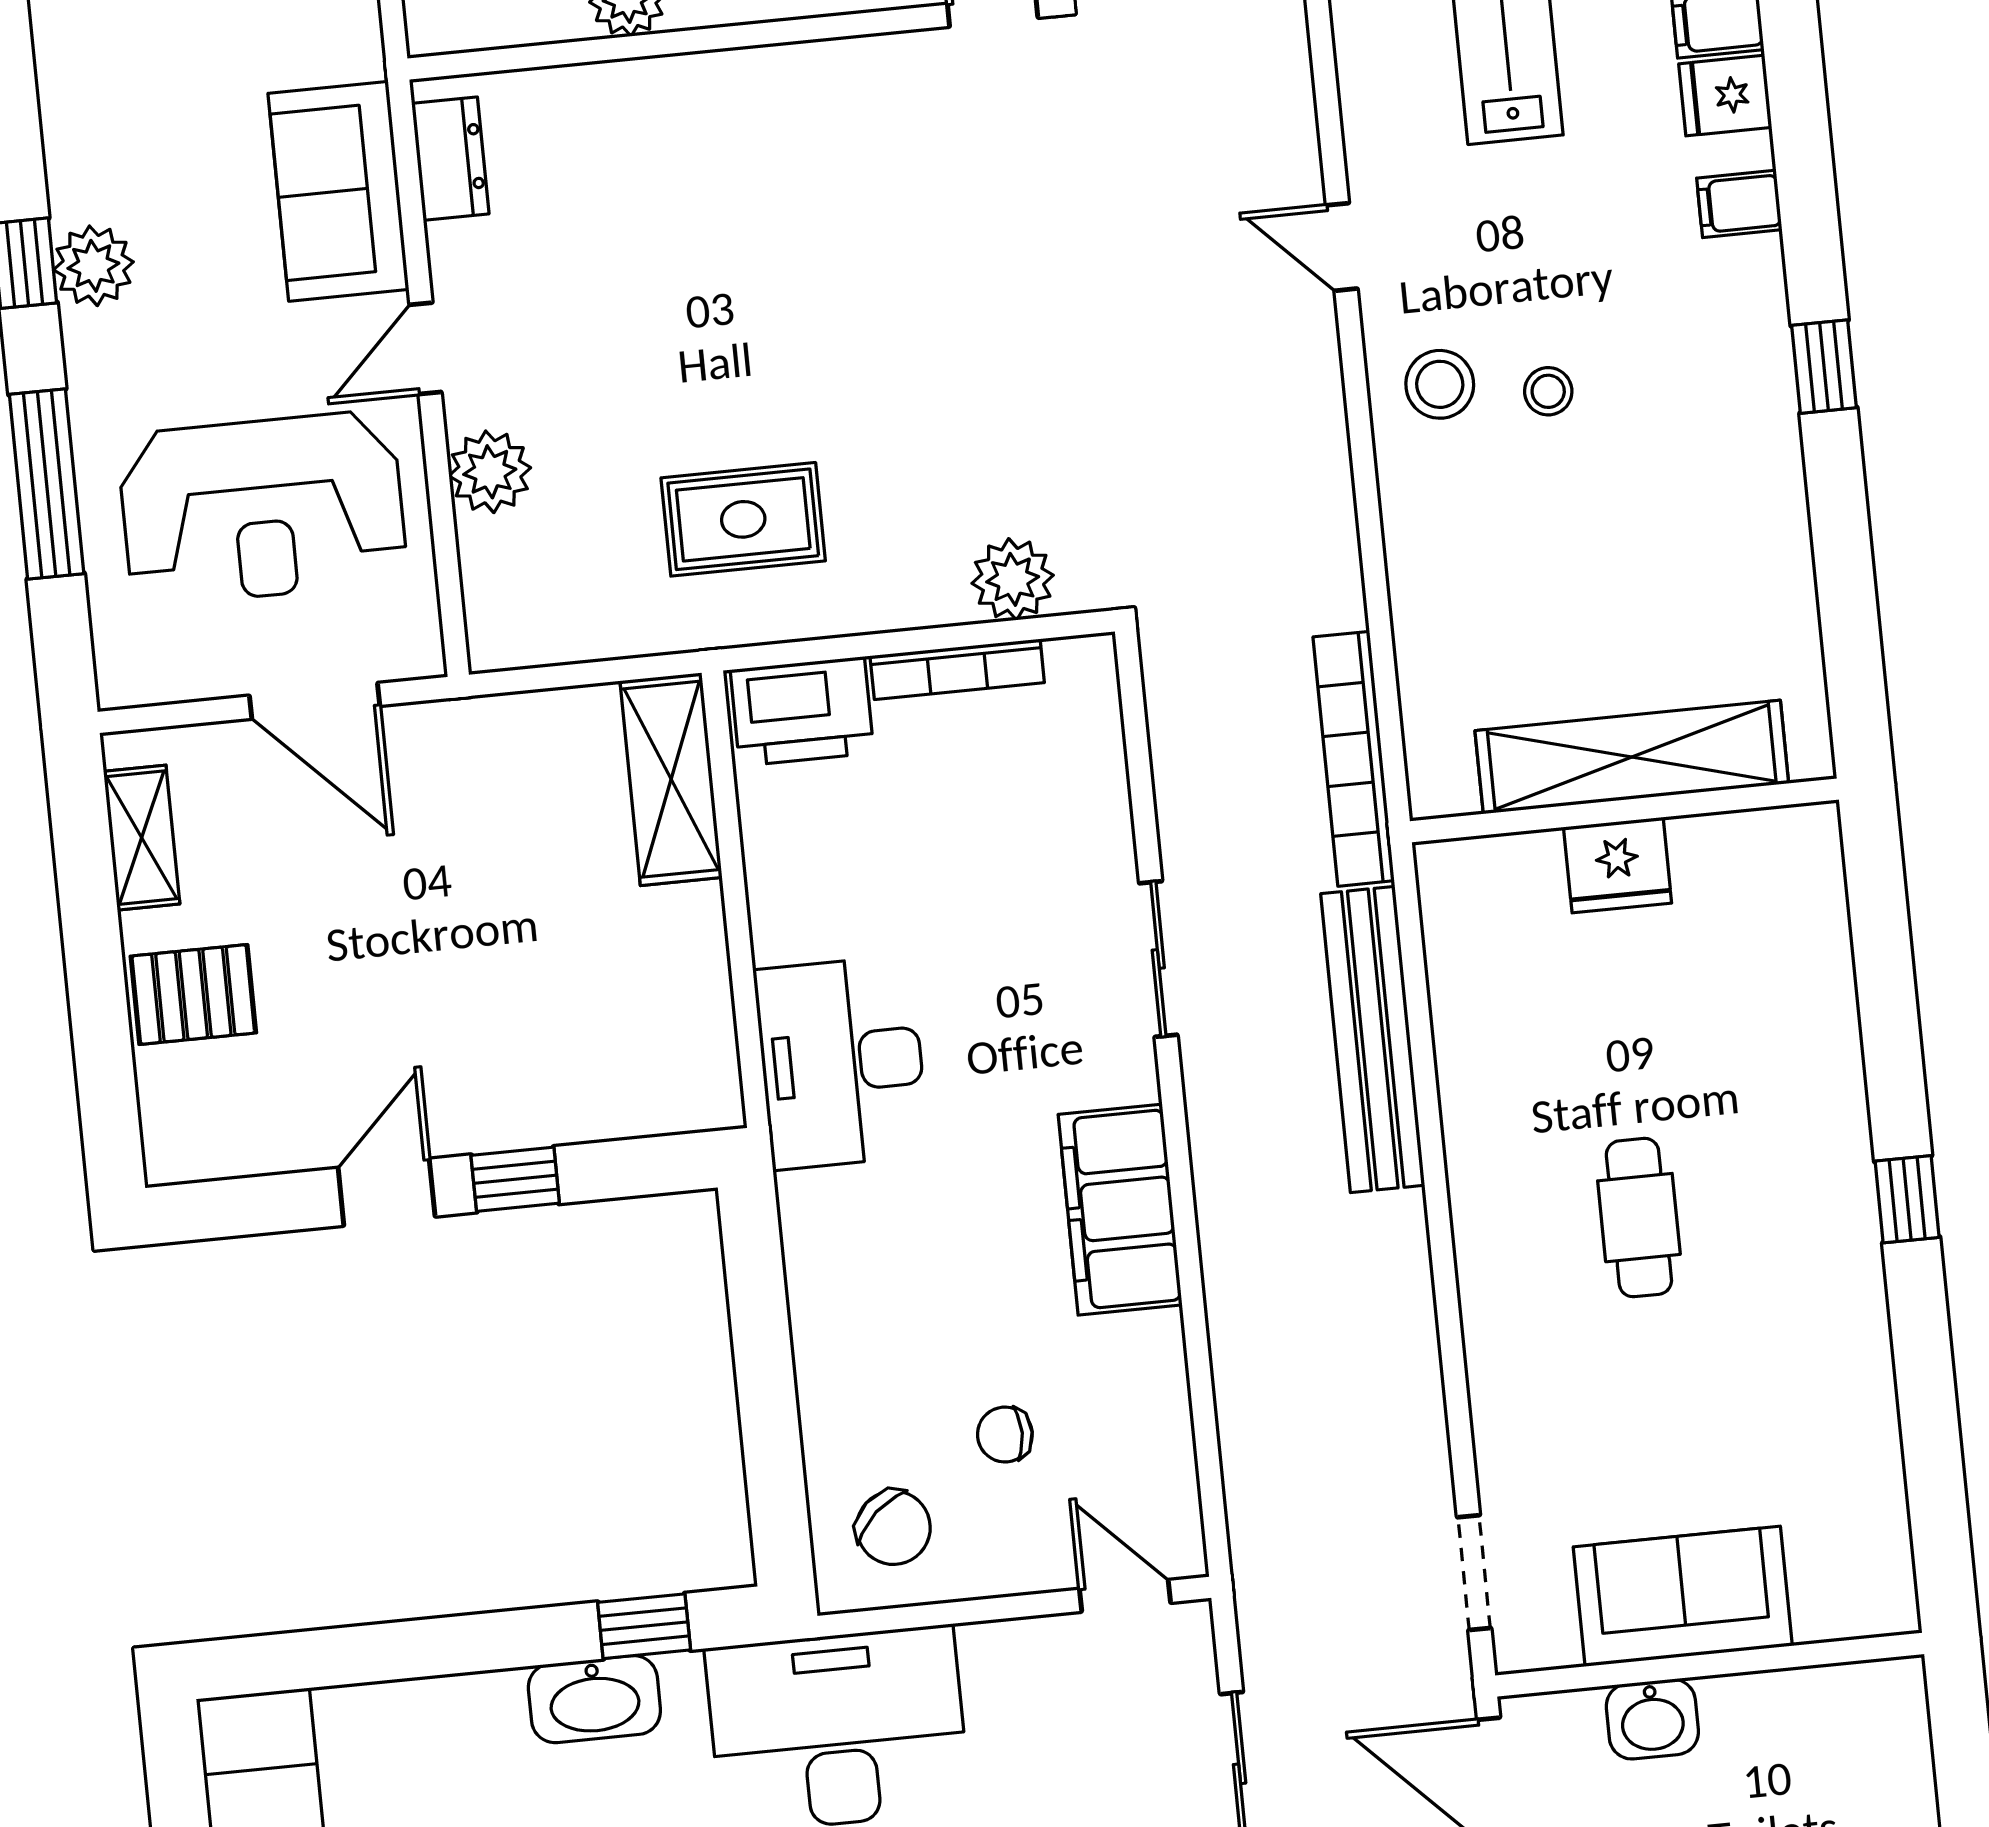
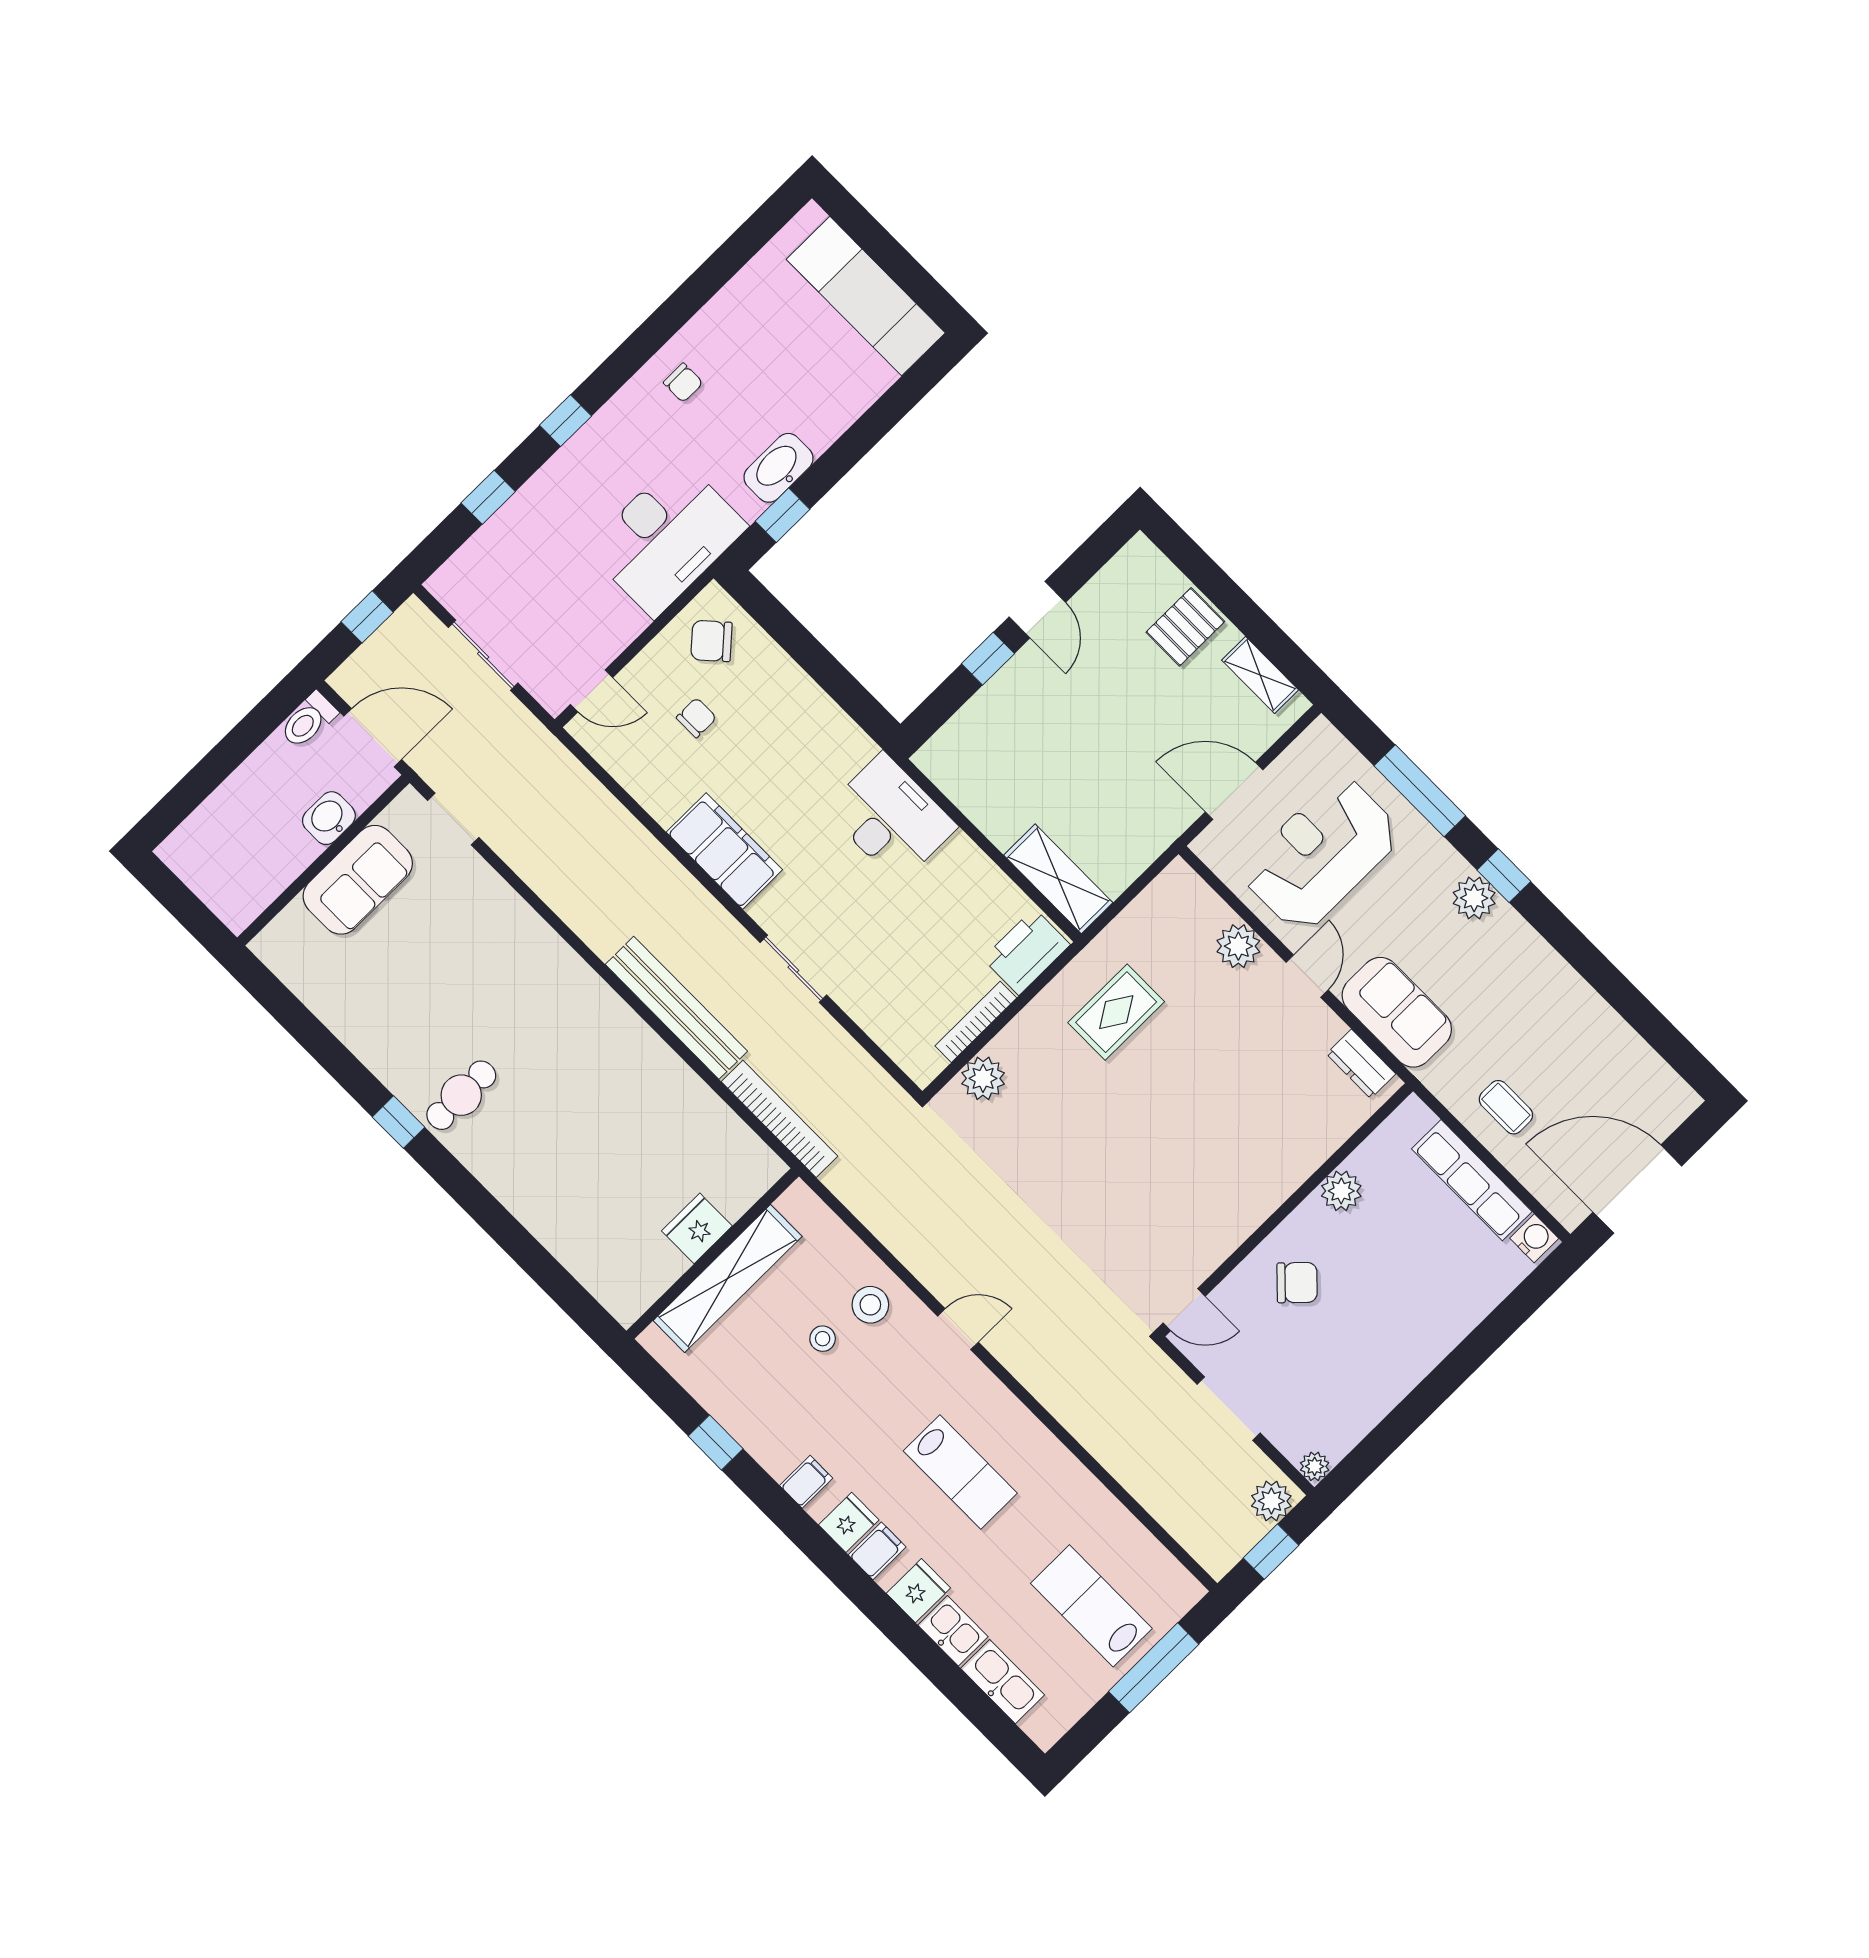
shelving: (1632, 757) -> (728, 1278), moved
wall: (1624, 810) -> (713, 1254), moved
fridge: (1618, 865) -> (697, 1228), moved
cafe table: (1639, 1218) -> (461, 1095), moved, turned 90

